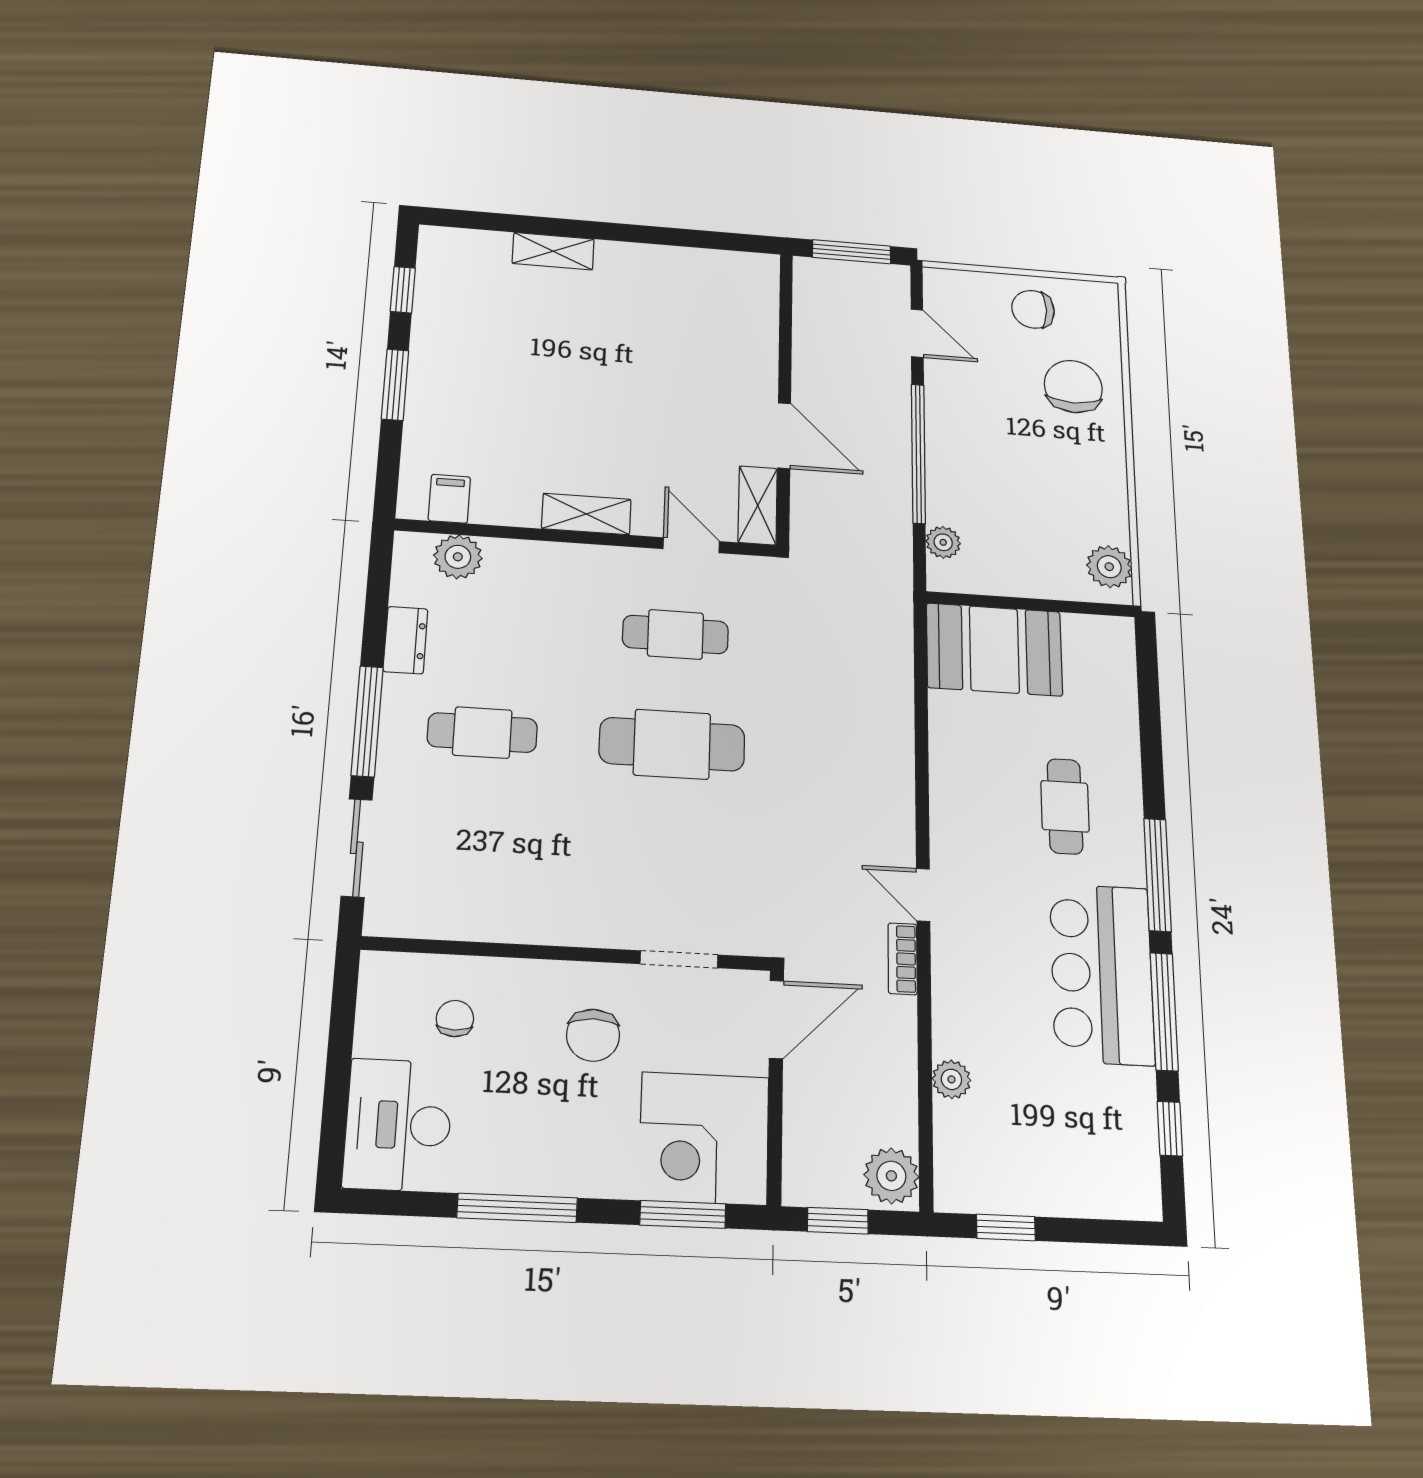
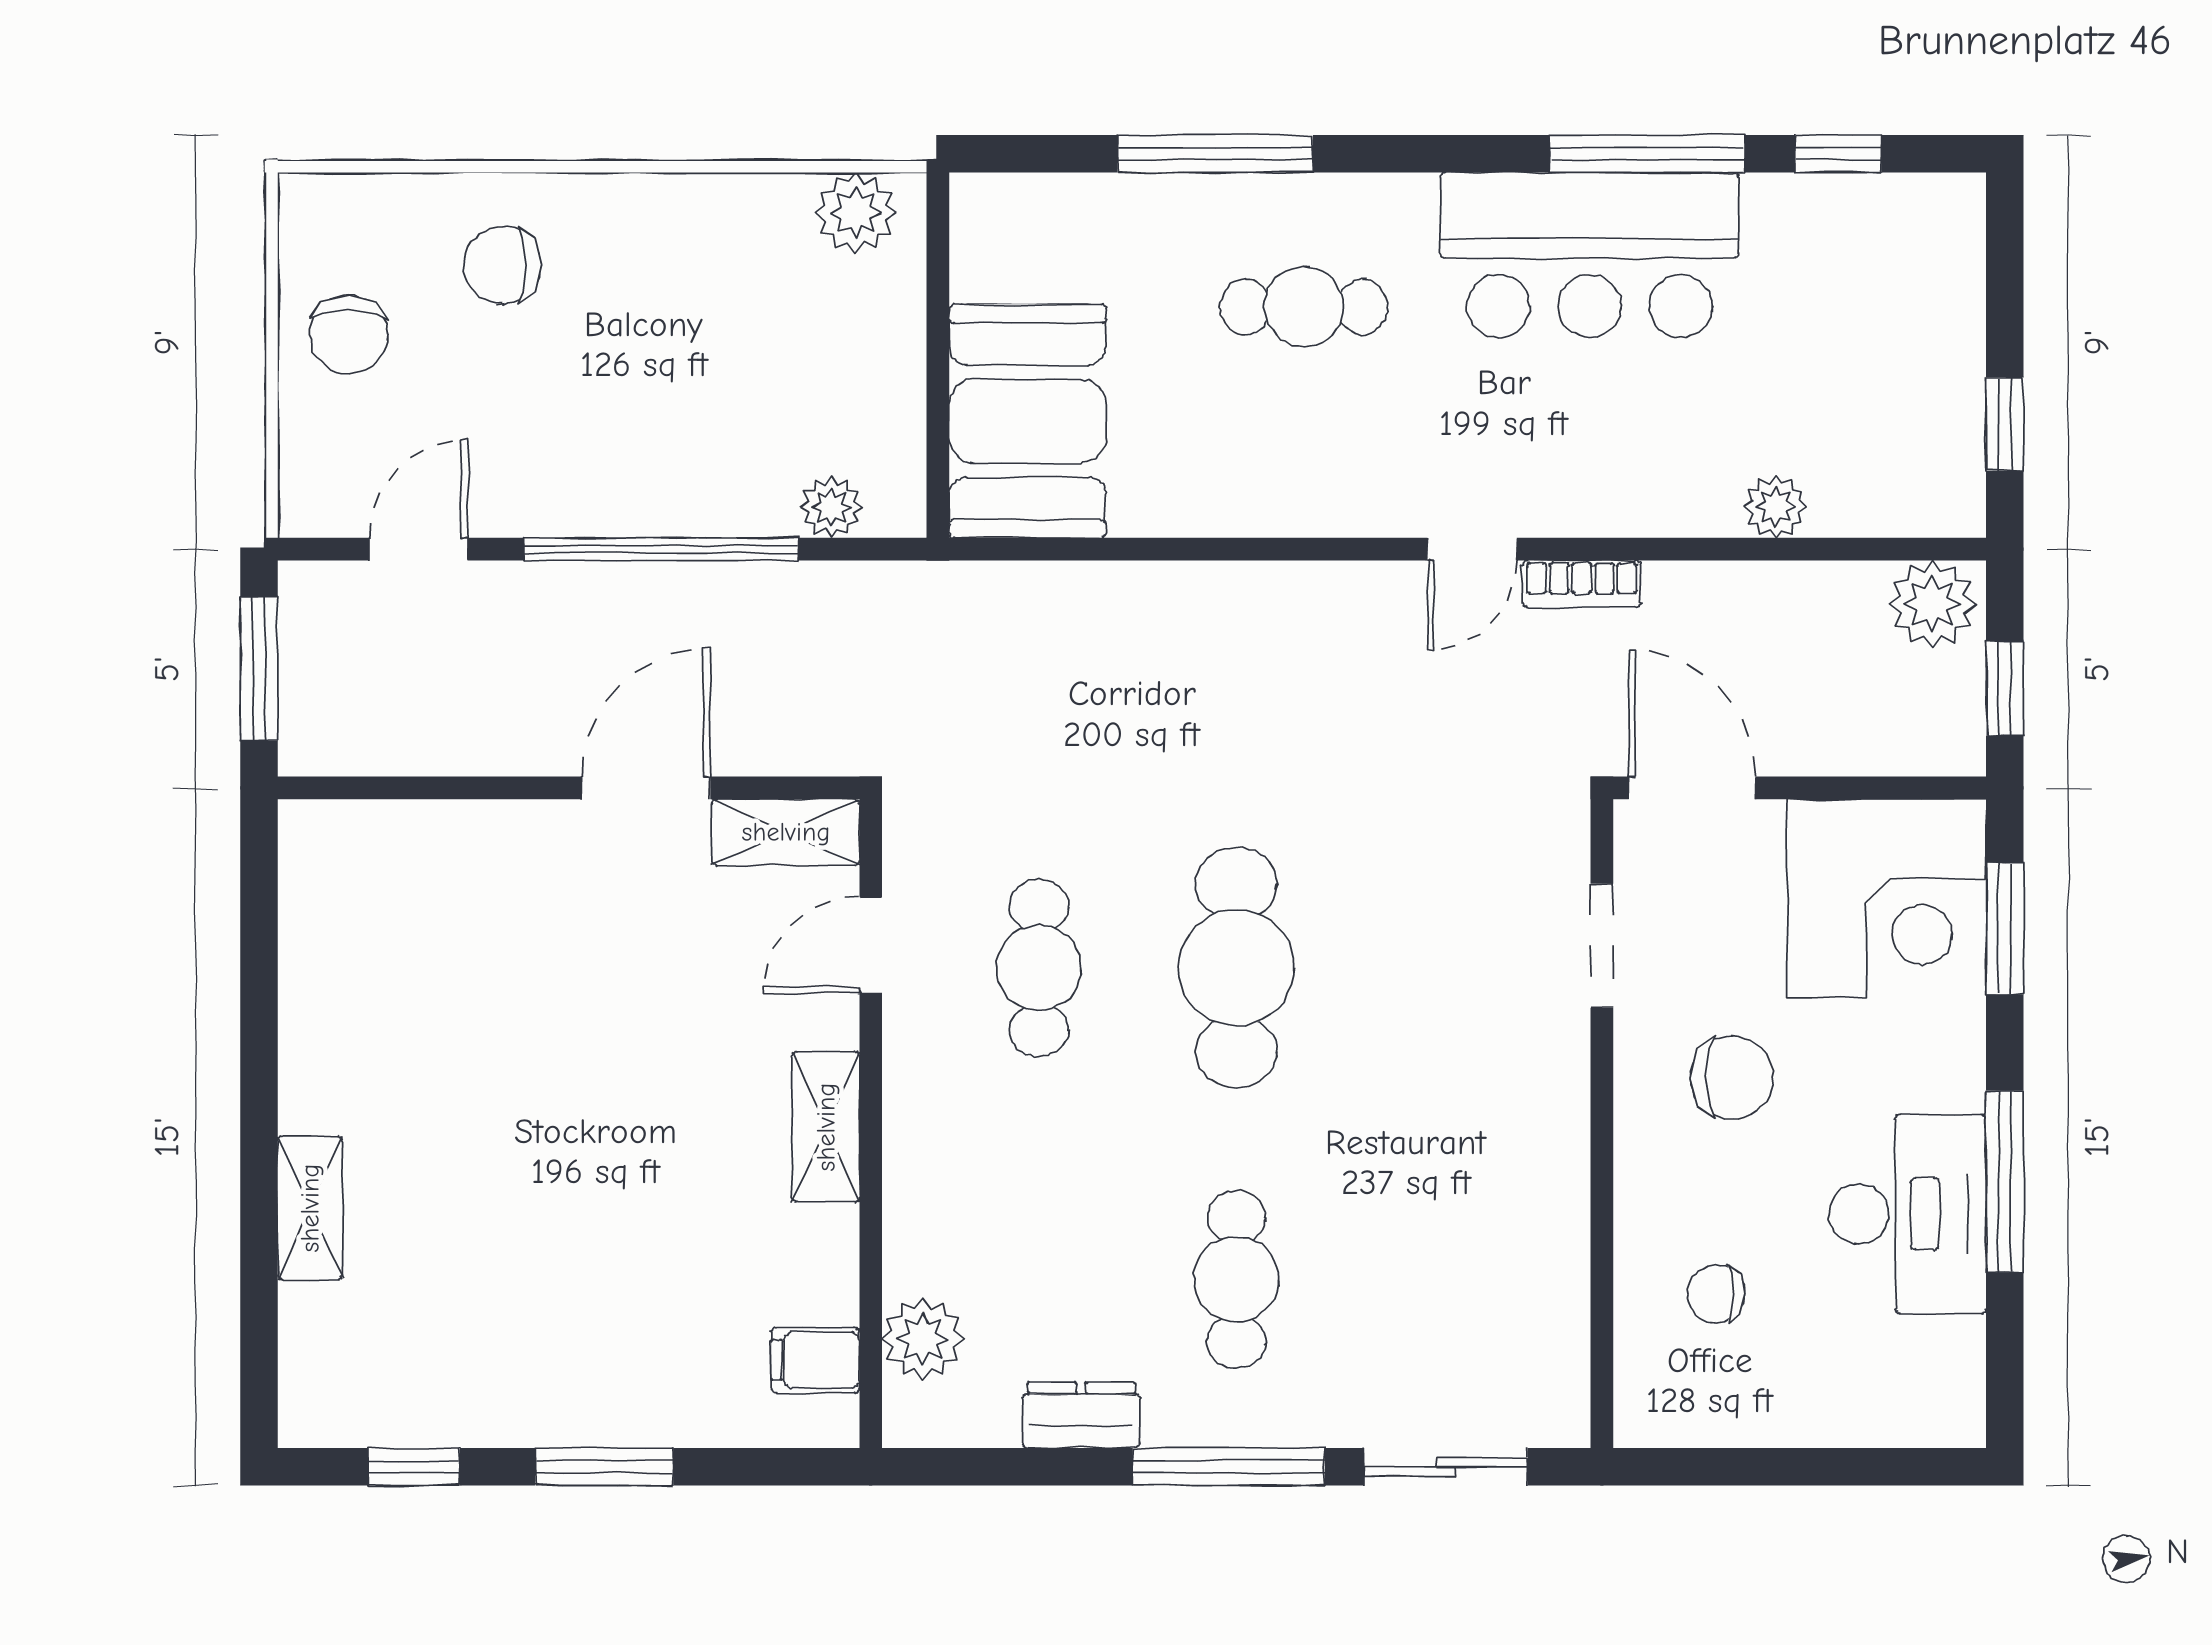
chair: (1073, 386) -> (502, 265), width x0.73, depth x0.73
window: (1157, 875) -> (1215, 154), moved
desk: (398, 1125) -> (1908, 1214), moved, turned -90

